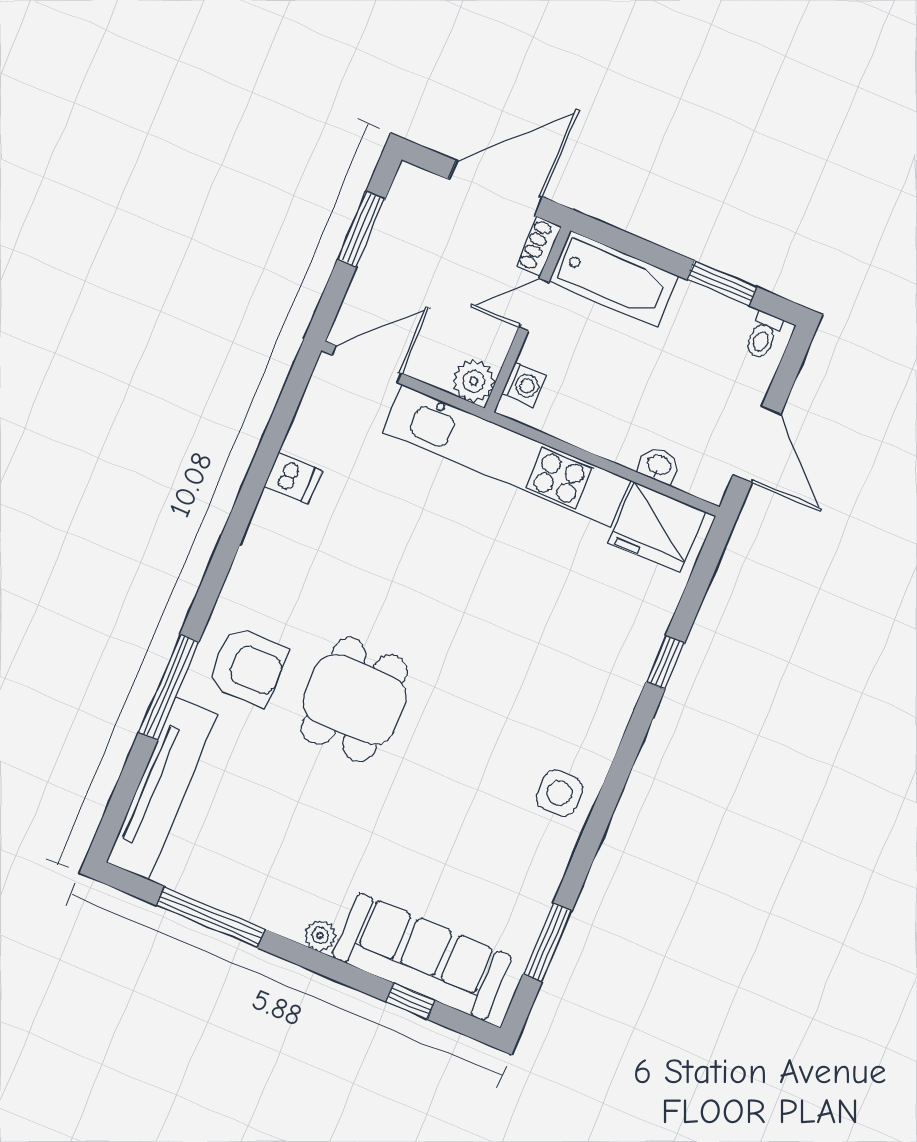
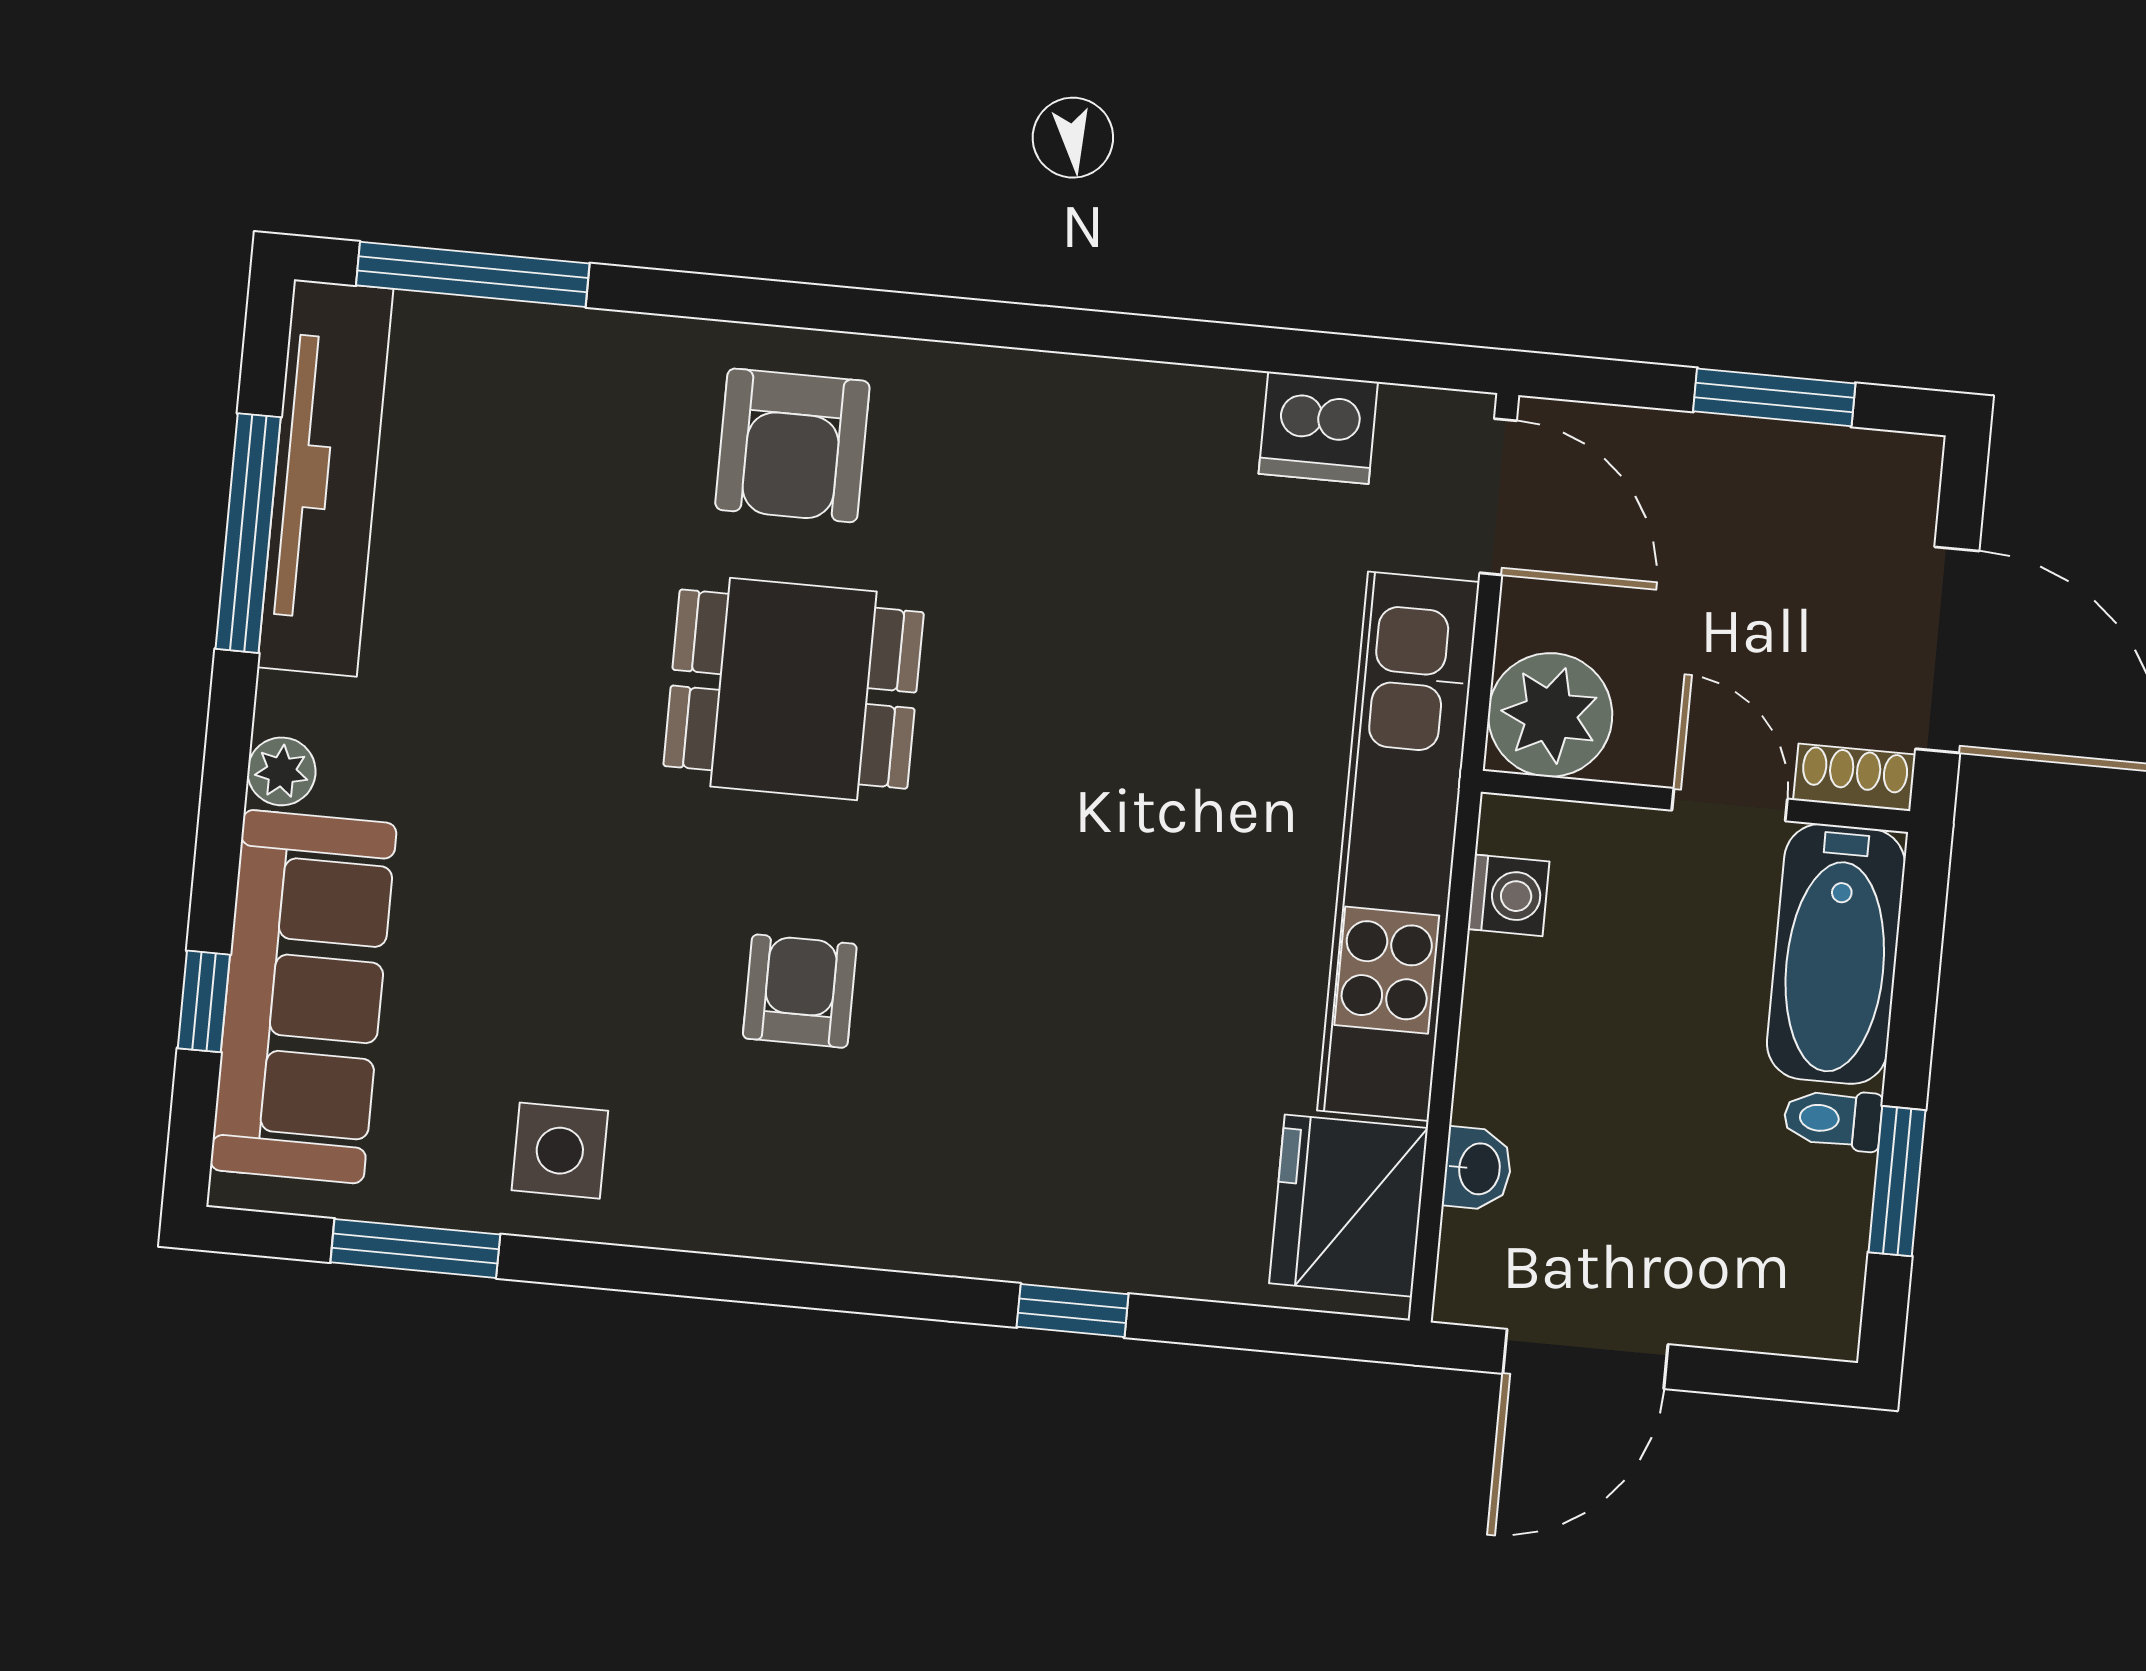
toilet: (763, 335) -> (1833, 1119), moved
plant: (474, 381) -> (1550, 715), width x1.36, depth x1.36
washing machine: (524, 385) -> (1509, 895), moved, turned -90
dishwasher: (293, 478) -> (1318, 428), moved, width x1.38
window: (169, 687) -> (473, 274), moved
armchair: (488, 738) -> (800, 991), added
tv unit: (162, 789) -> (325, 478), moved, turned -90
side table: (559, 793) -> (560, 1151), moved

